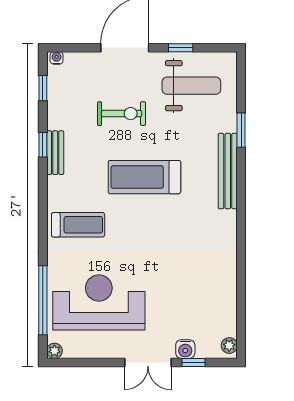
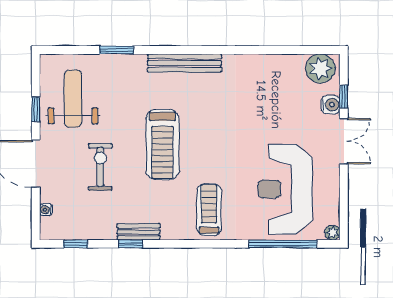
water cooler: (57, 58) -> (46, 210), moved
bench: (228, 171) -> (185, 63), moved
plant: (229, 345) -> (320, 68), width x1.88, depth x1.88

